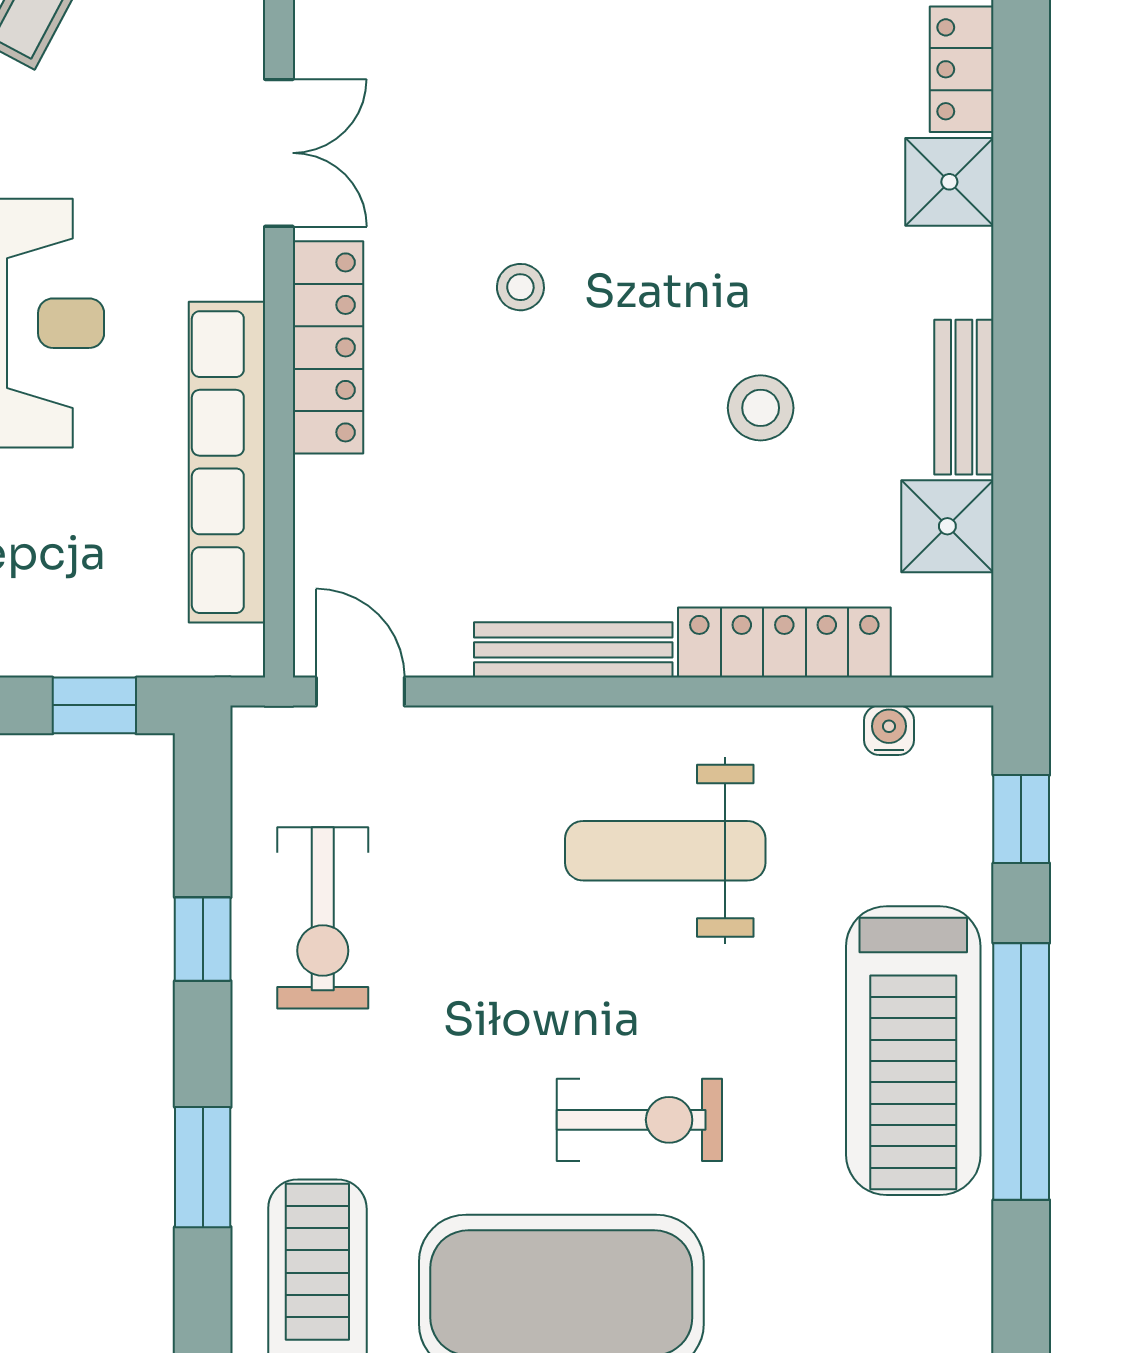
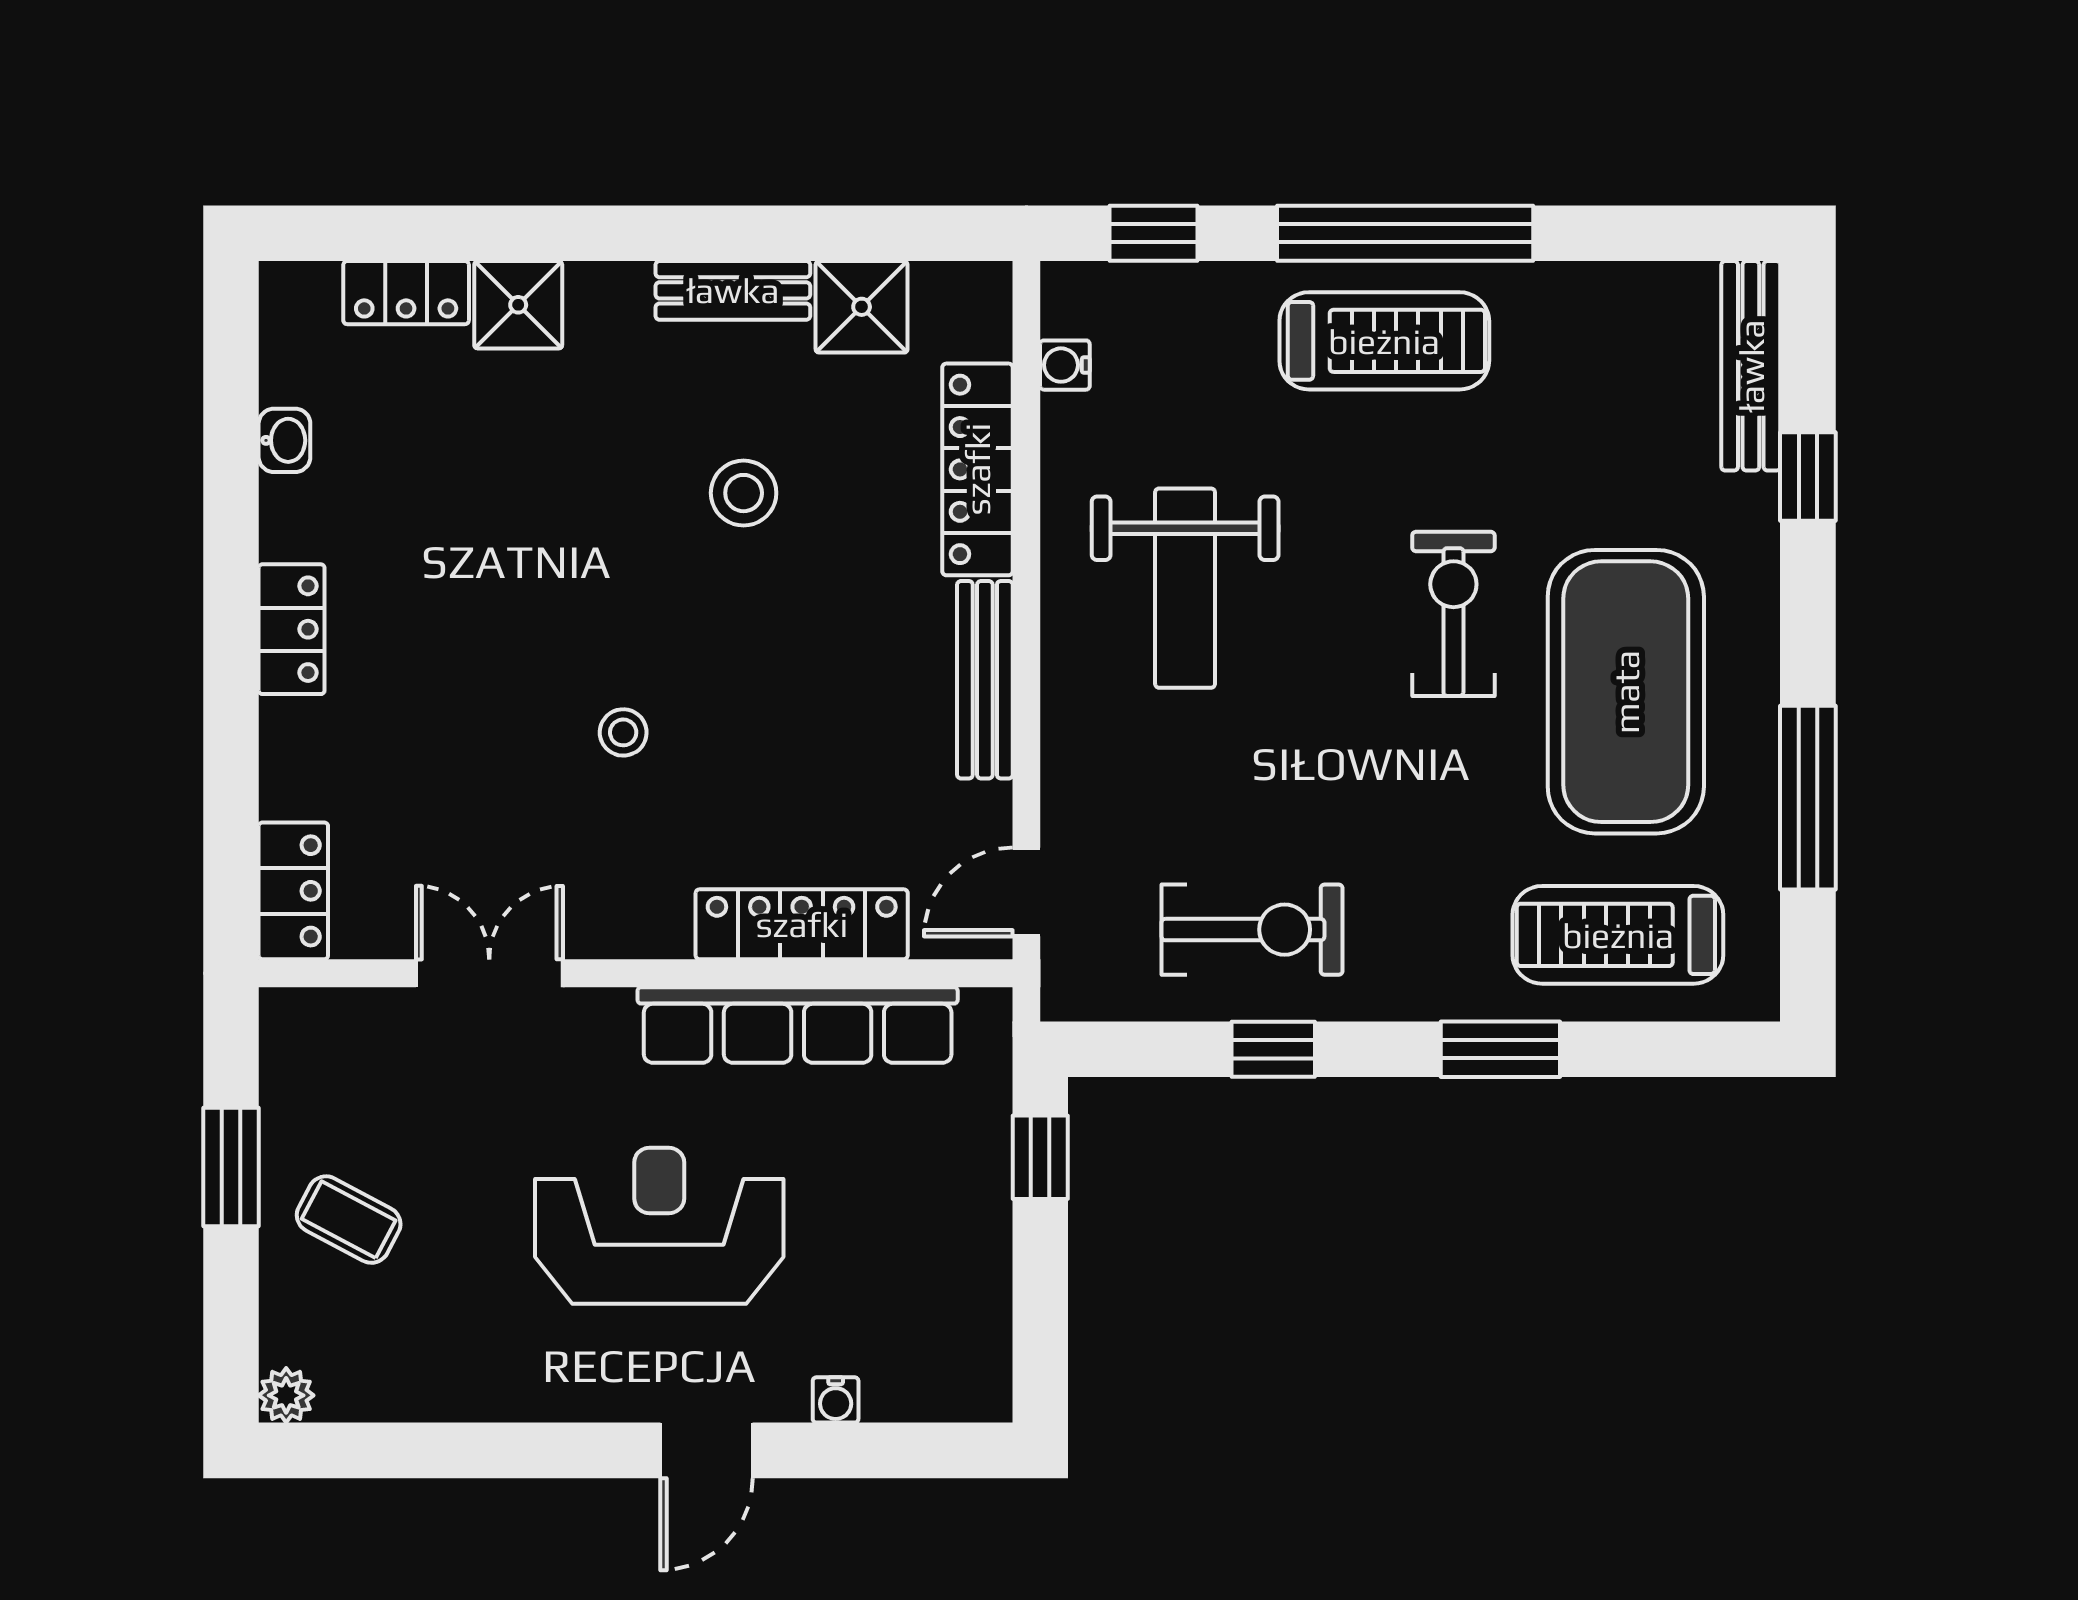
locker: (328, 347) -> (802, 924), moved
treadmill: (913, 1051) -> (1384, 341), width x0.73, depth x0.73

